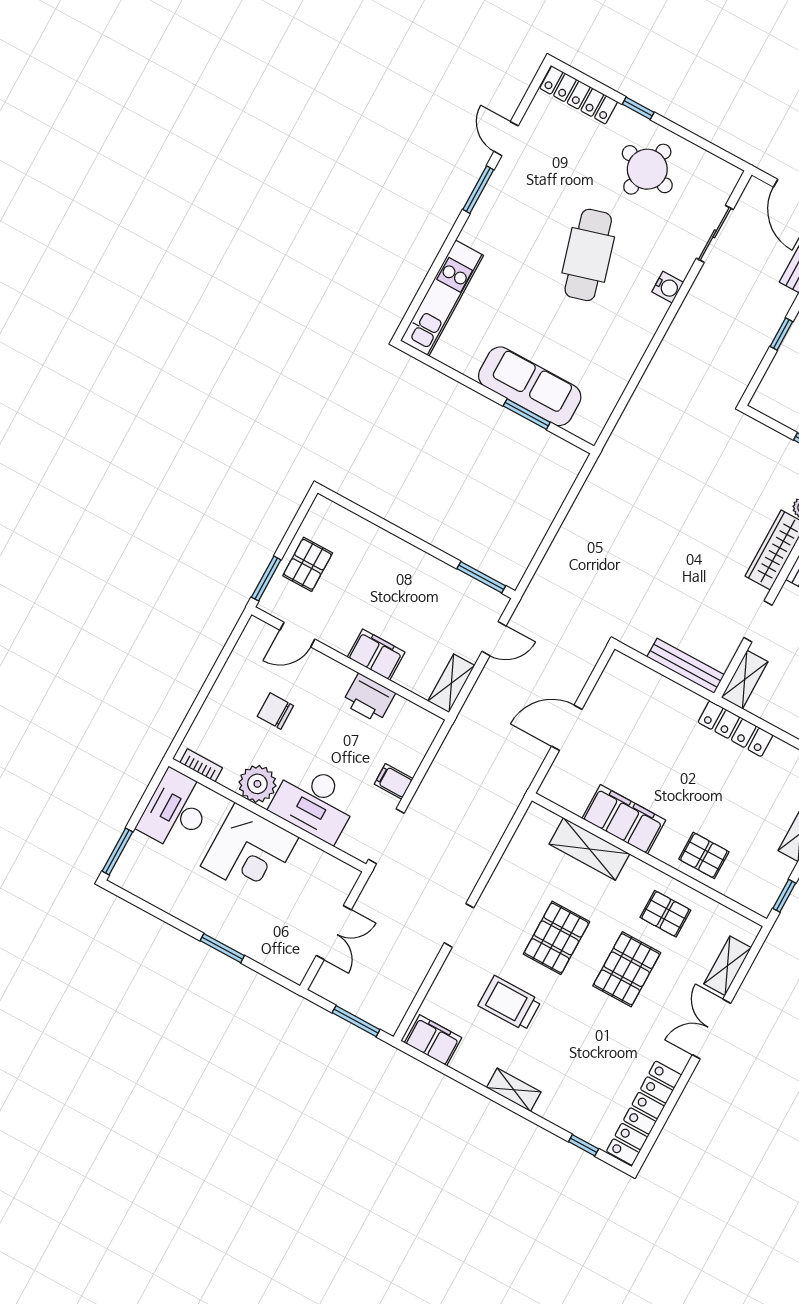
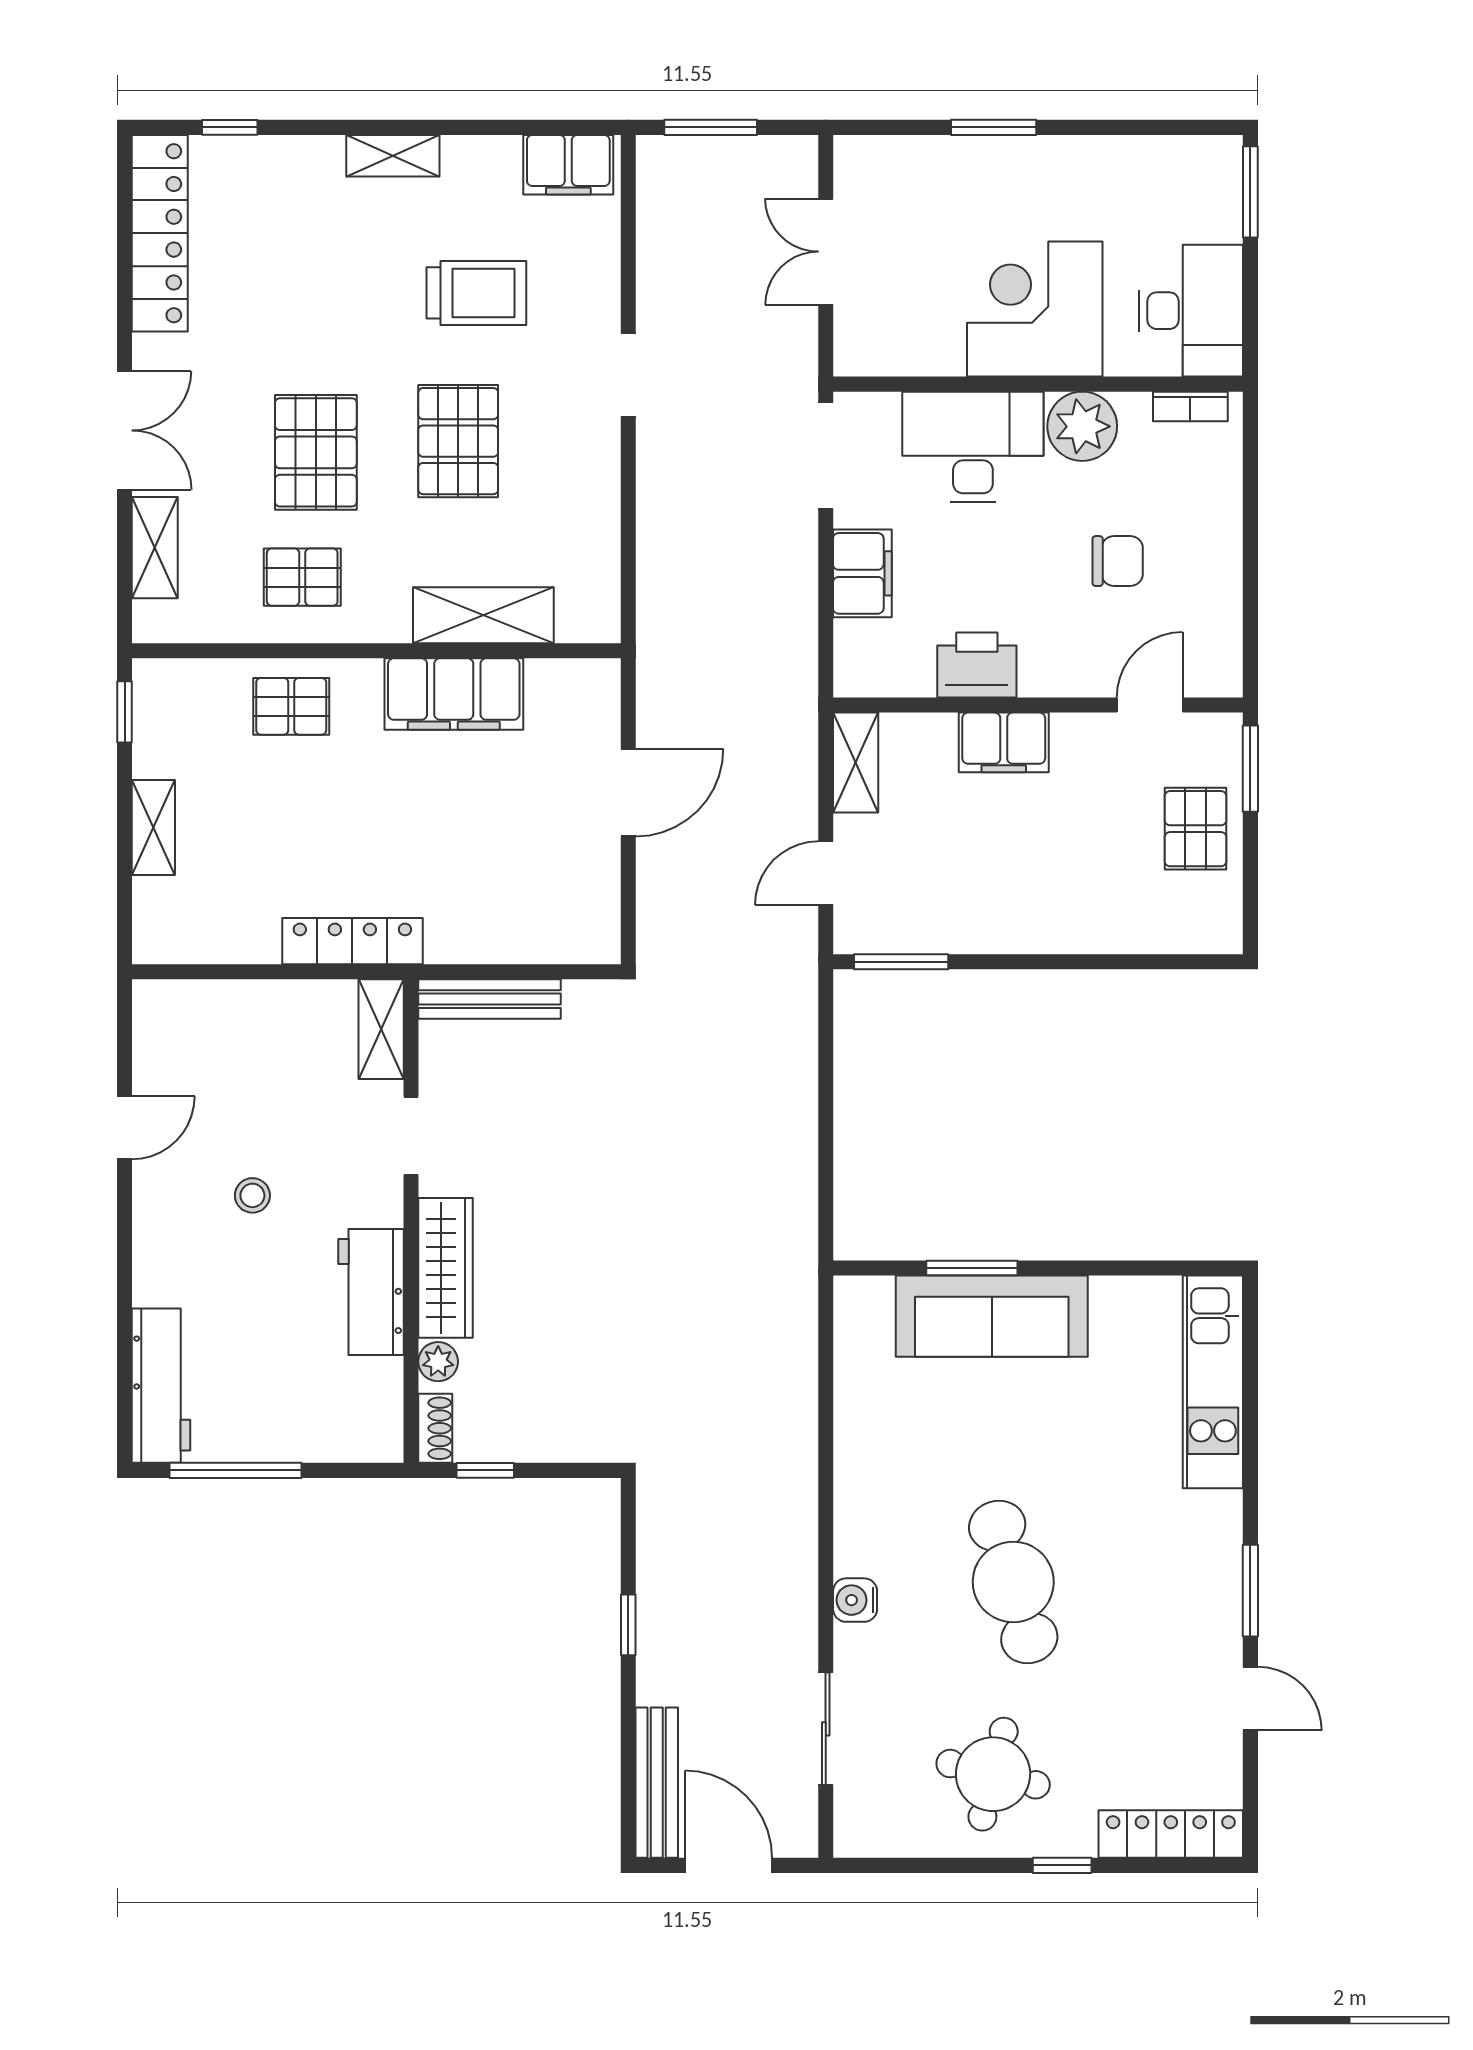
filing cabinet: (394, 781) -> (862, 573), width x2.00

